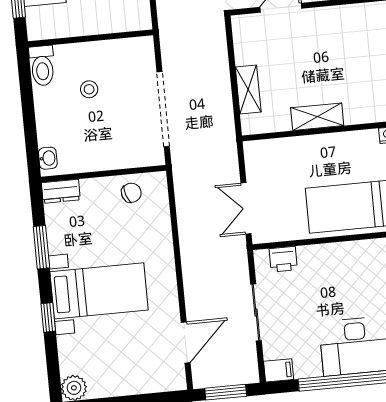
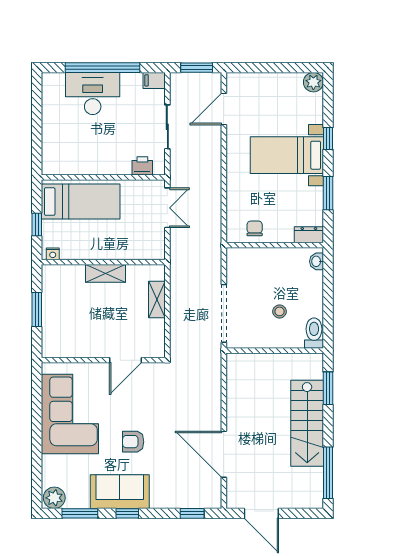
doorway: (163, 109) -> (224, 313), moved
chair: (131, 193) -> (255, 228), turned 108

